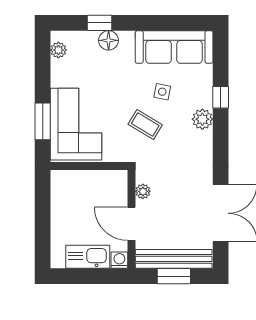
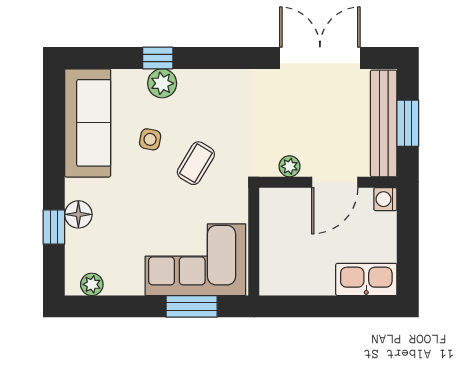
plant: (202, 119) -> (162, 83), moved
kitchen sink: (88, 257) -> (366, 279), moved, turned 90

